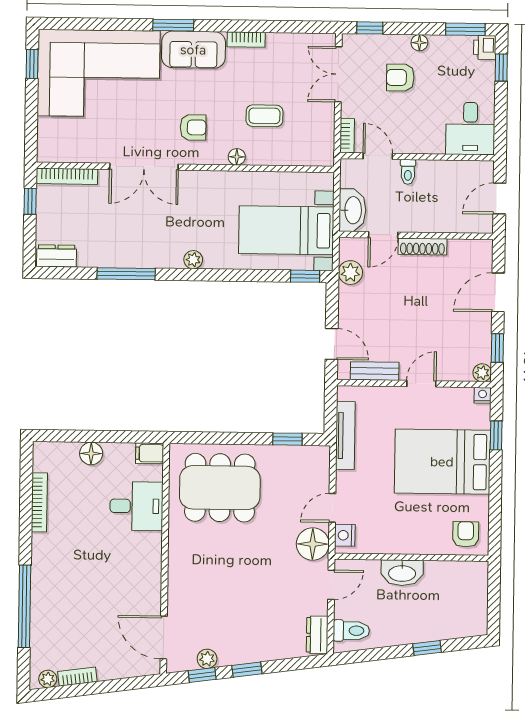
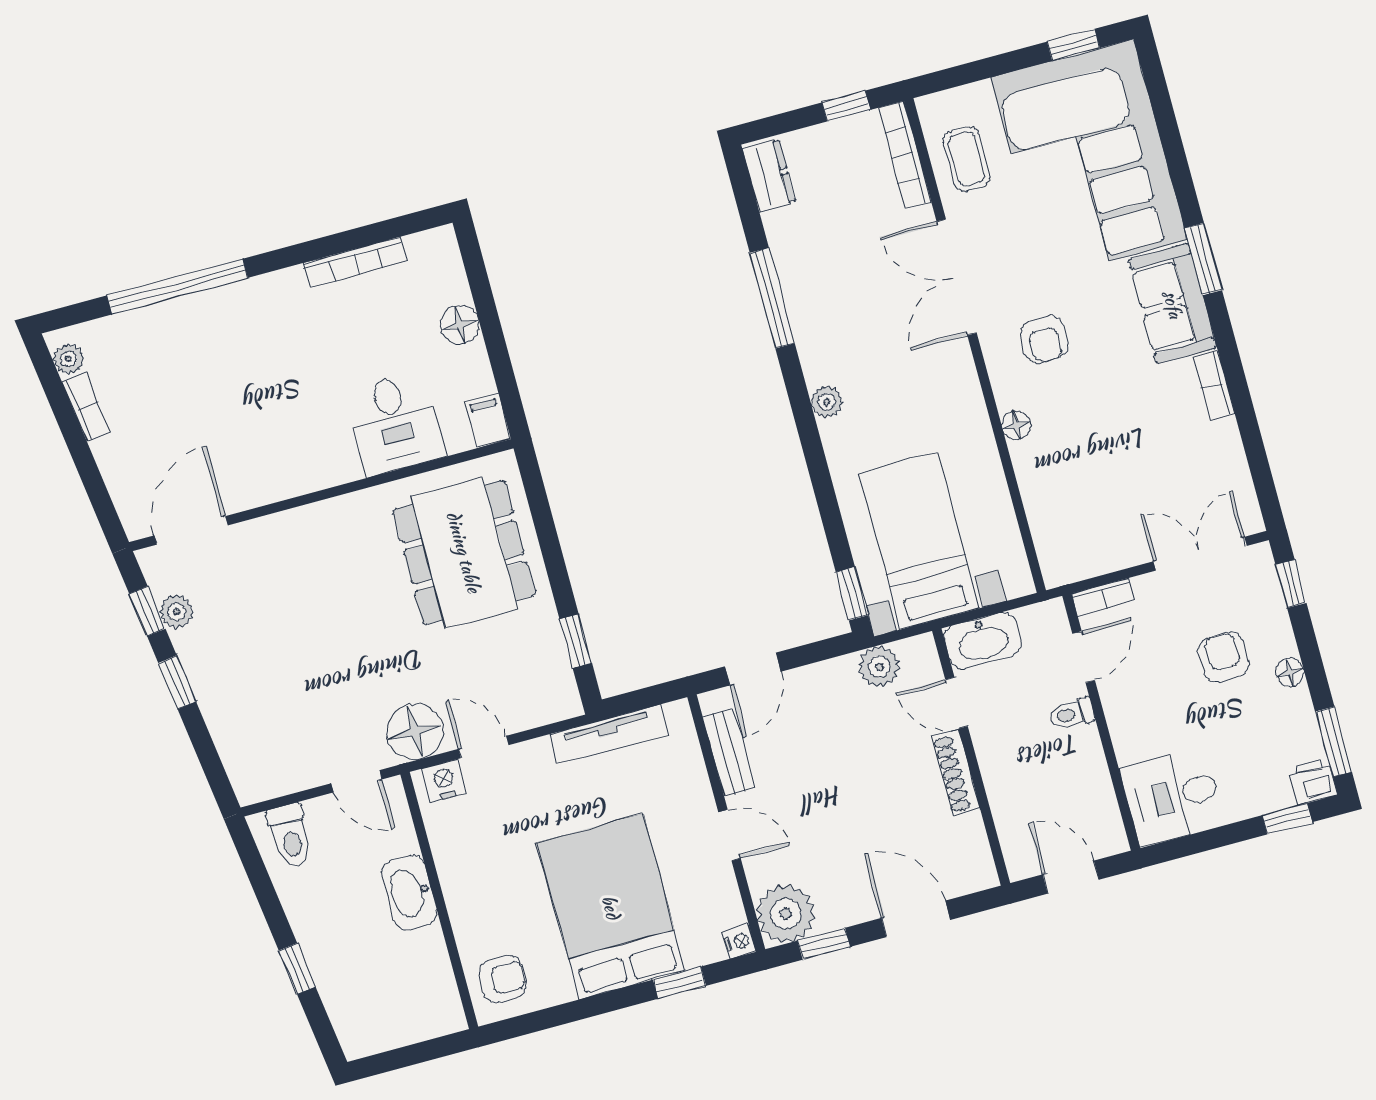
coffee table: (264, 116) -> (967, 159), moved
plant: (482, 373) -> (786, 914), width x1.88, depth x1.88
dresser: (317, 635) -> (267, 782), removed

